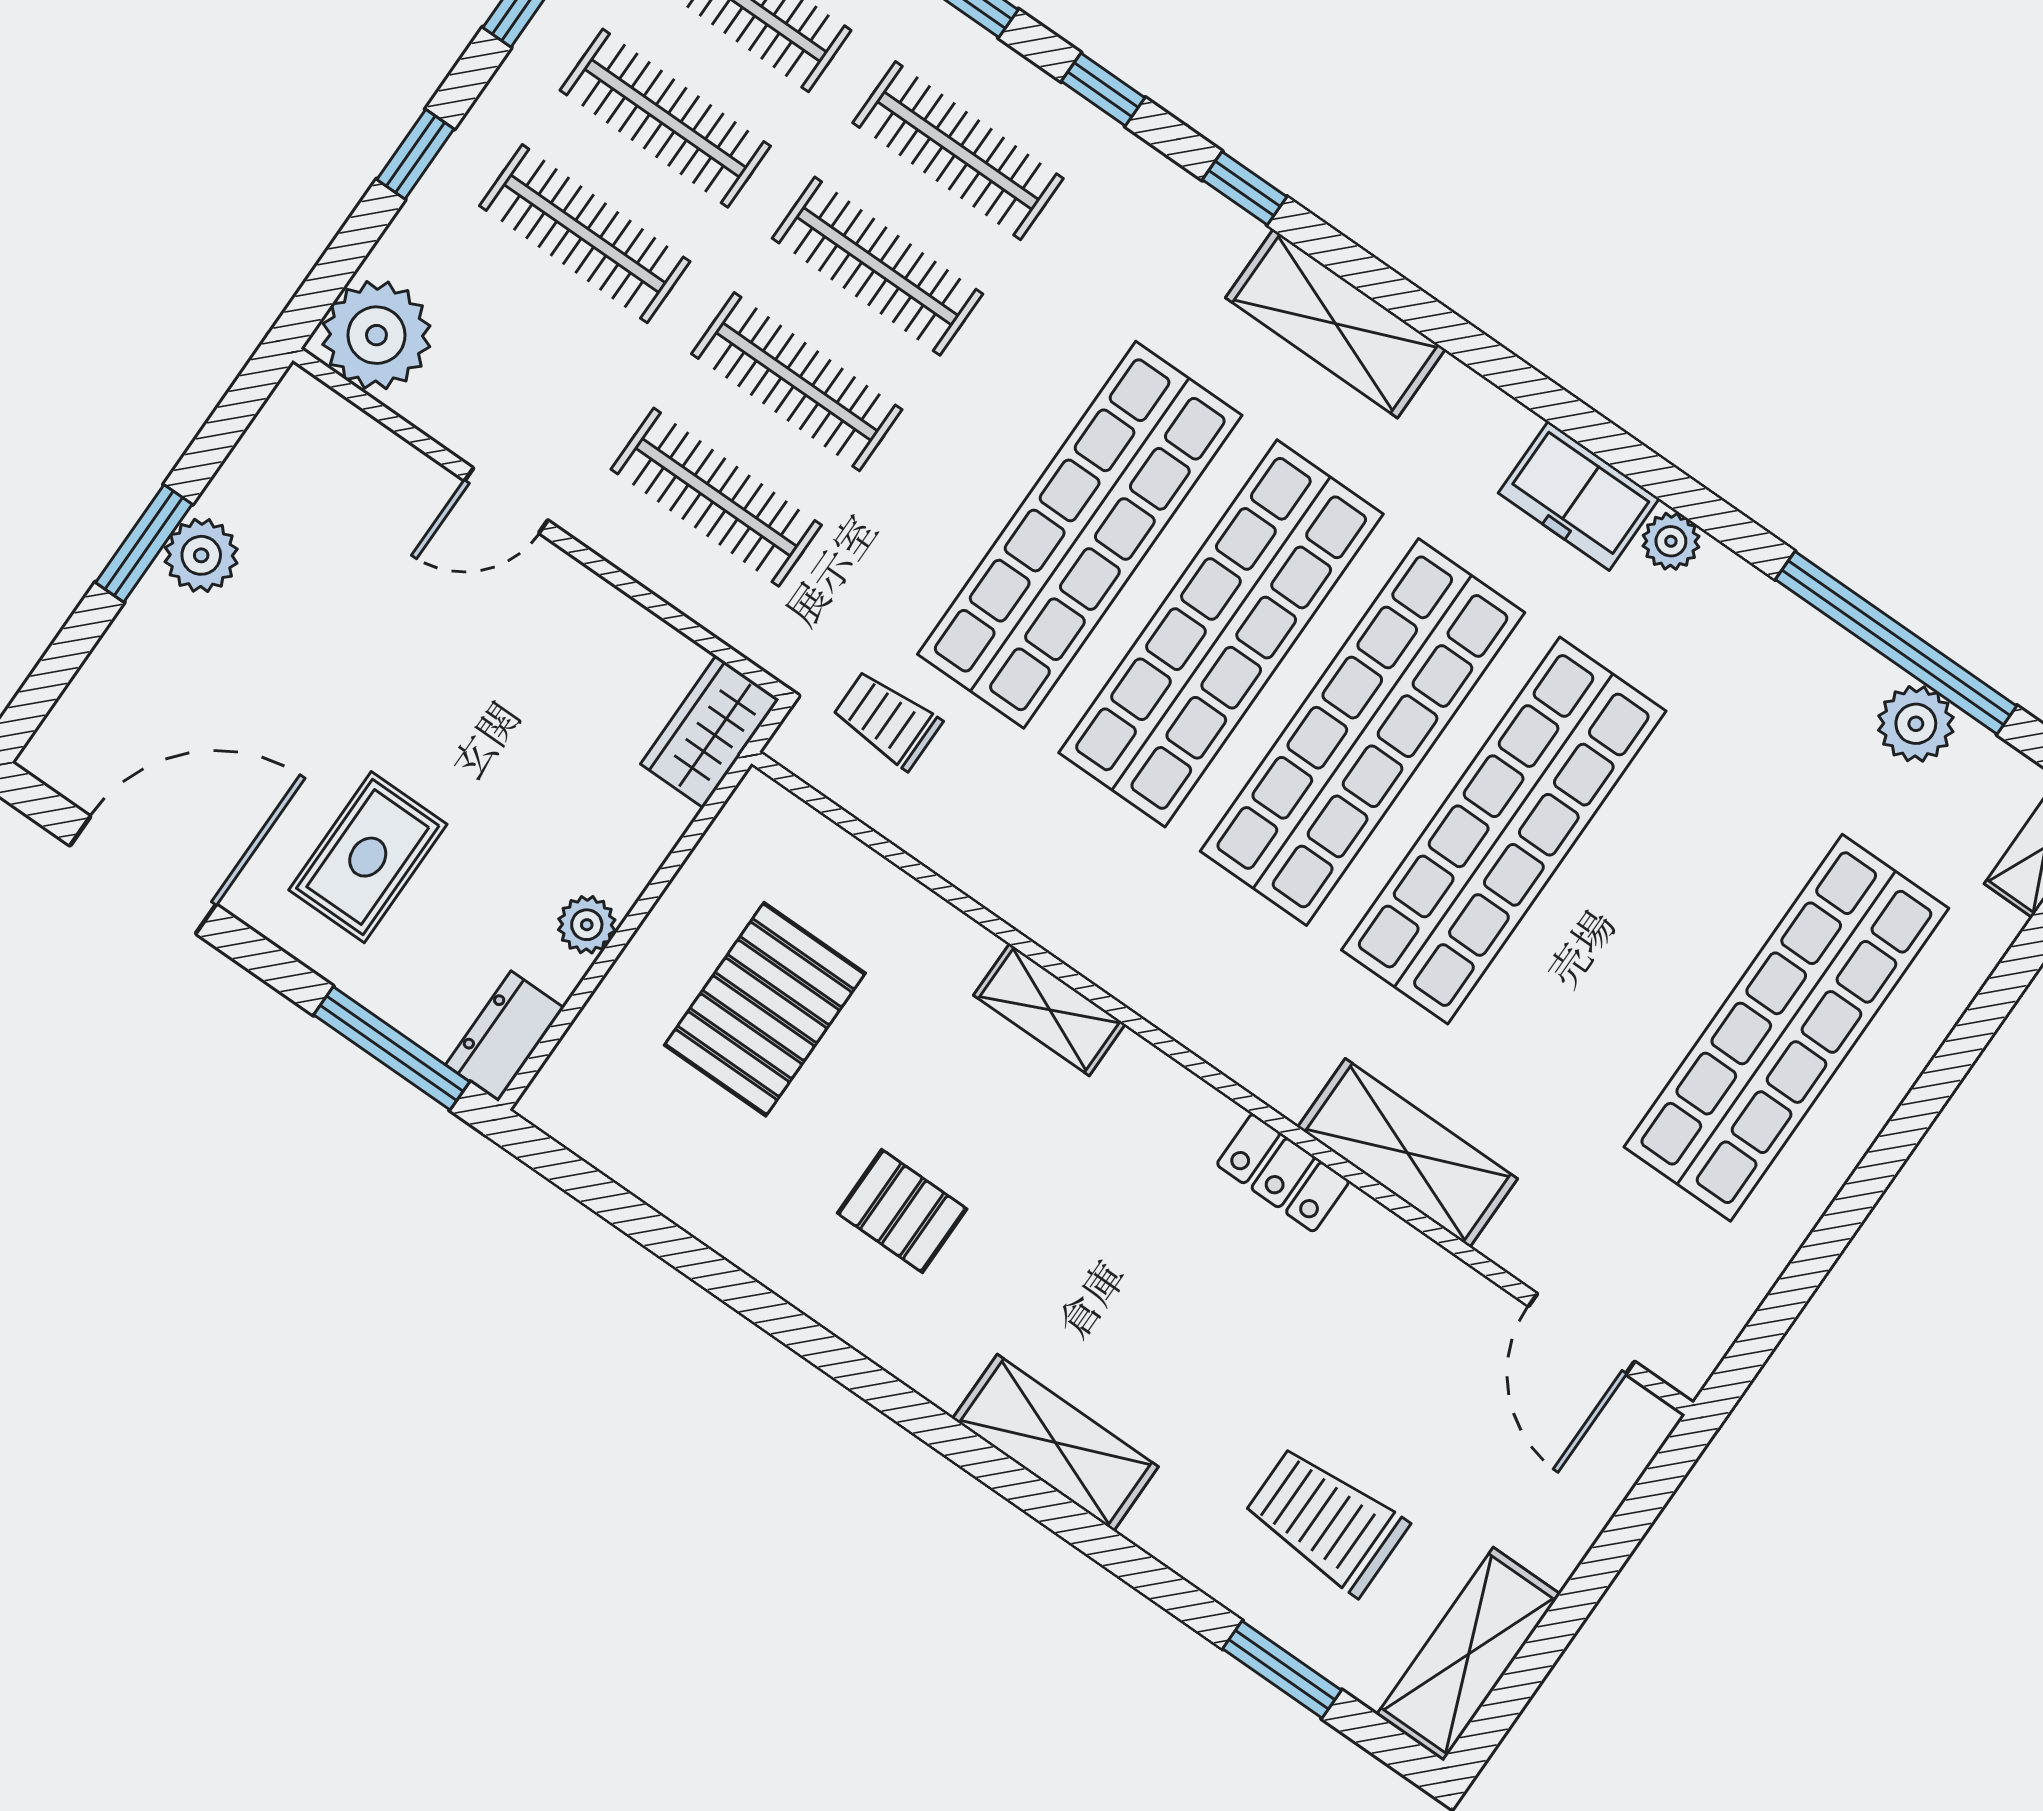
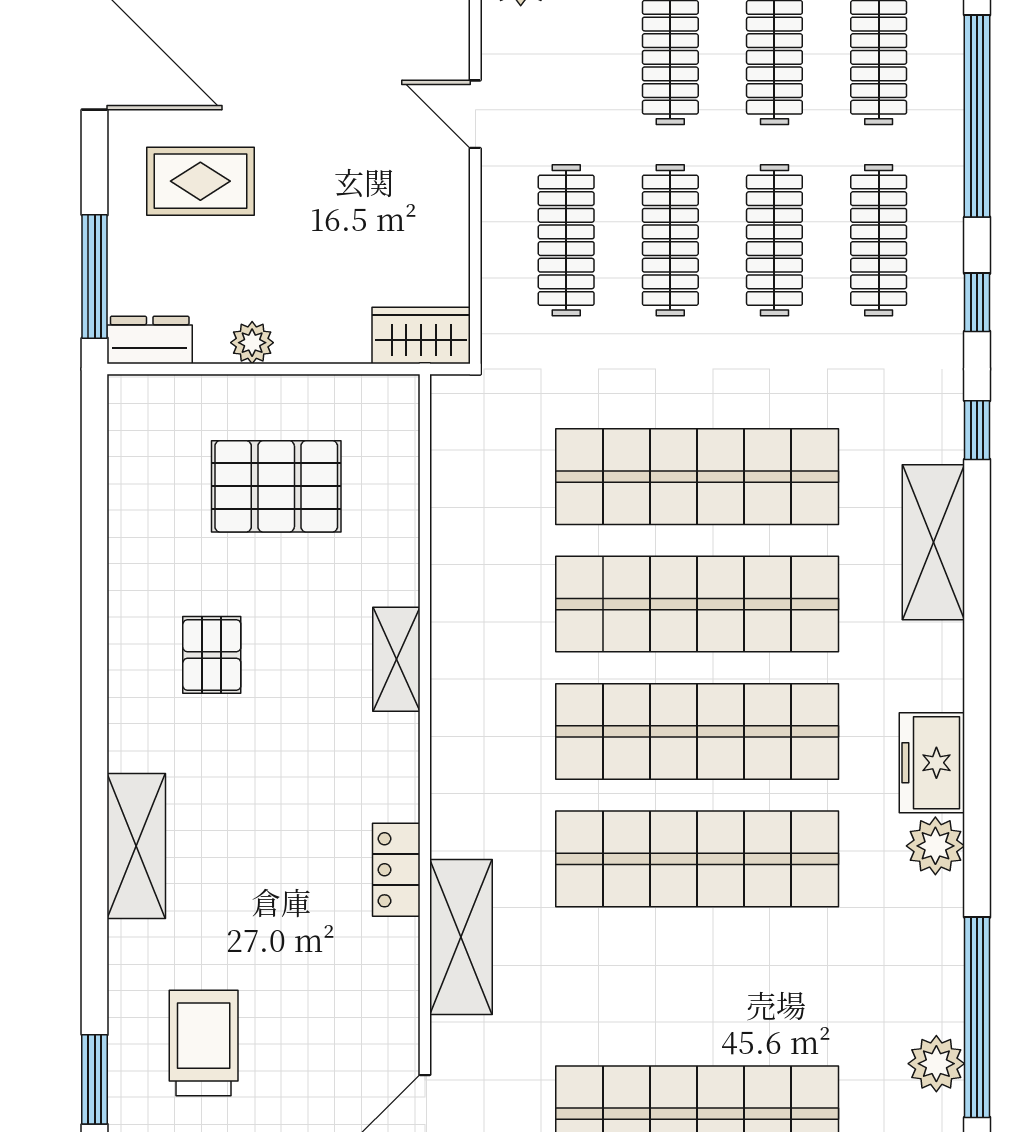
plant: (1671, 541) -> (935, 846), width x1.38, depth x1.38
trolley: (887, 720) -> (503, 438), removed

